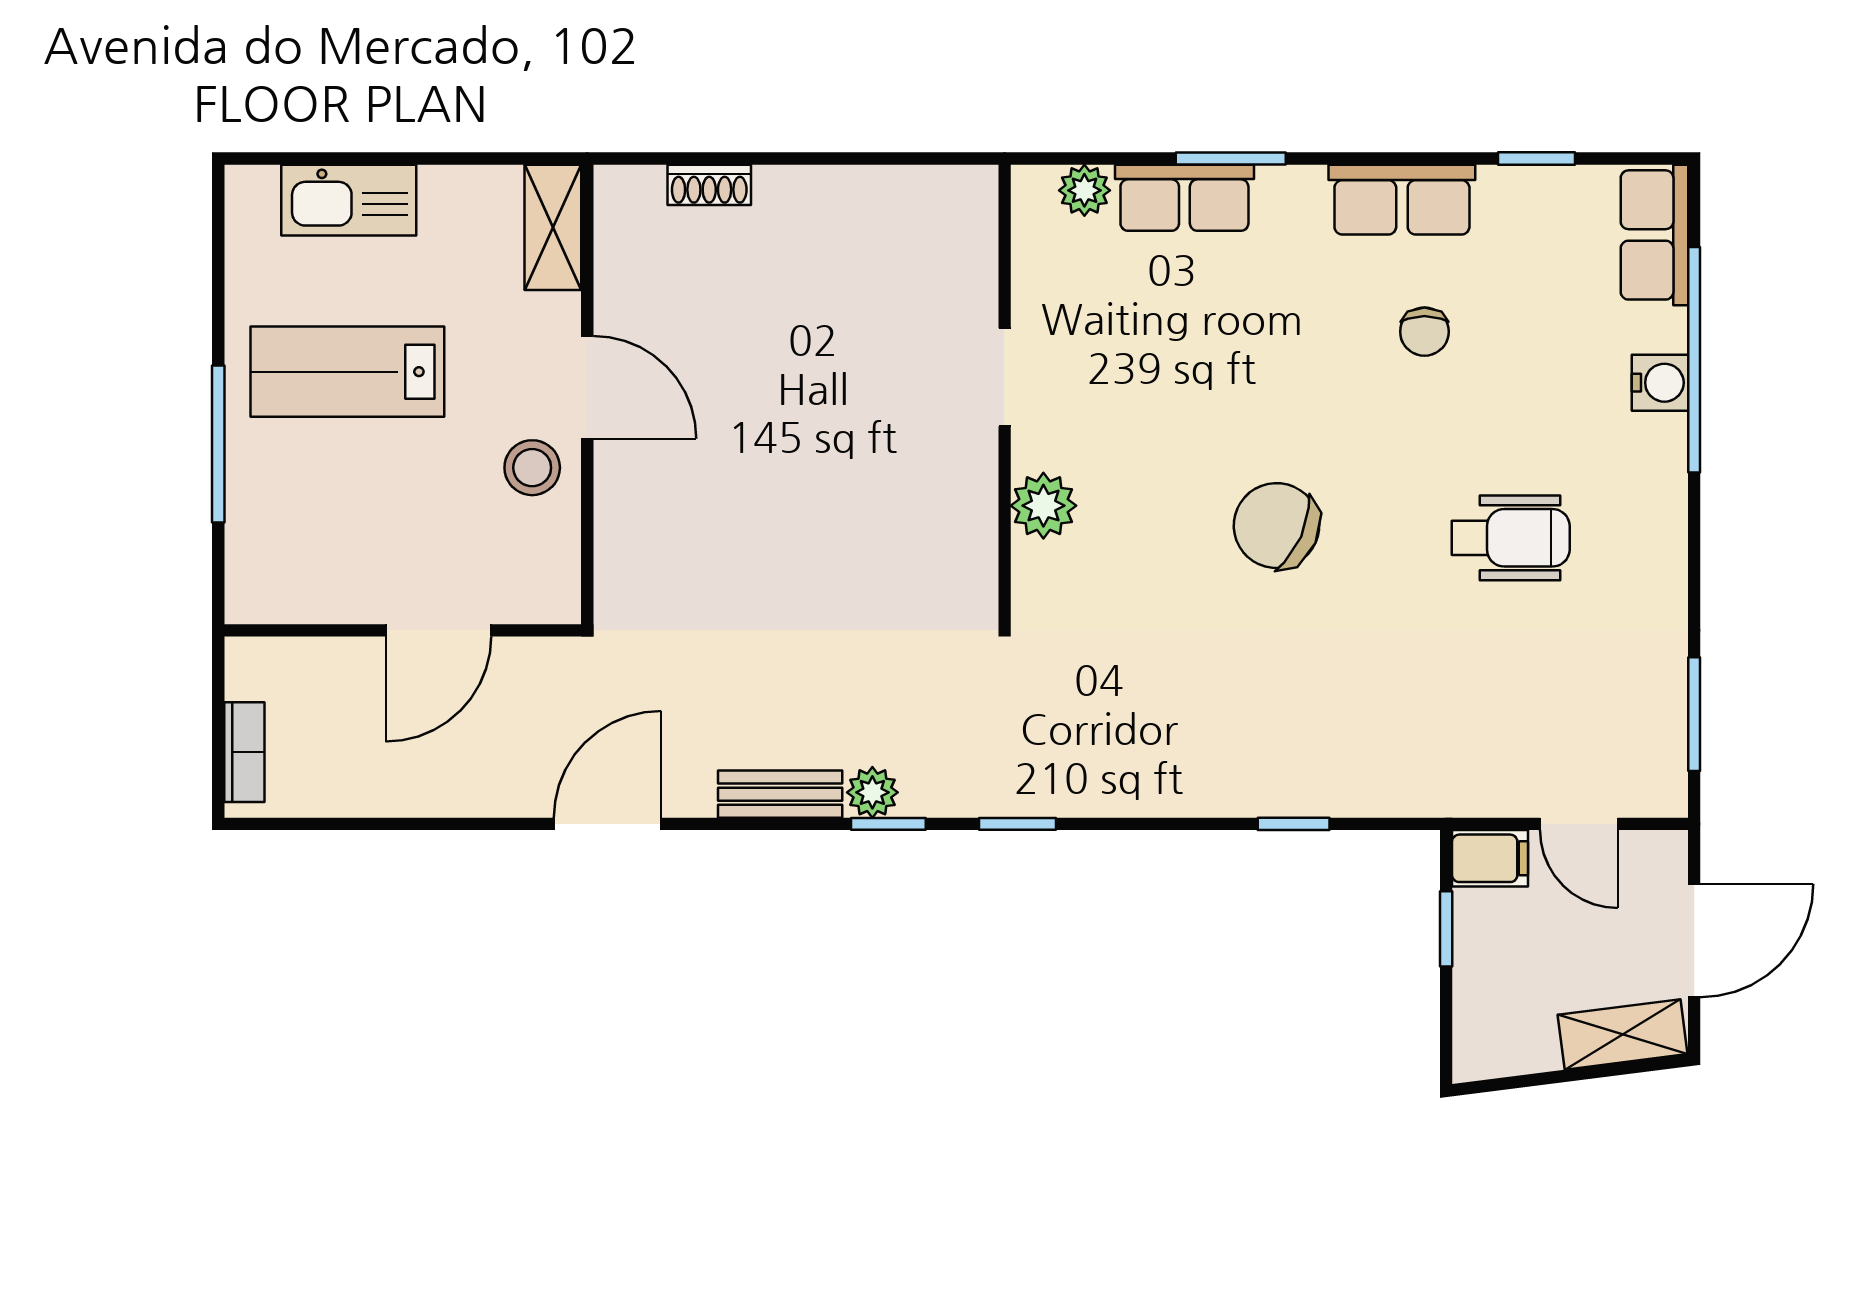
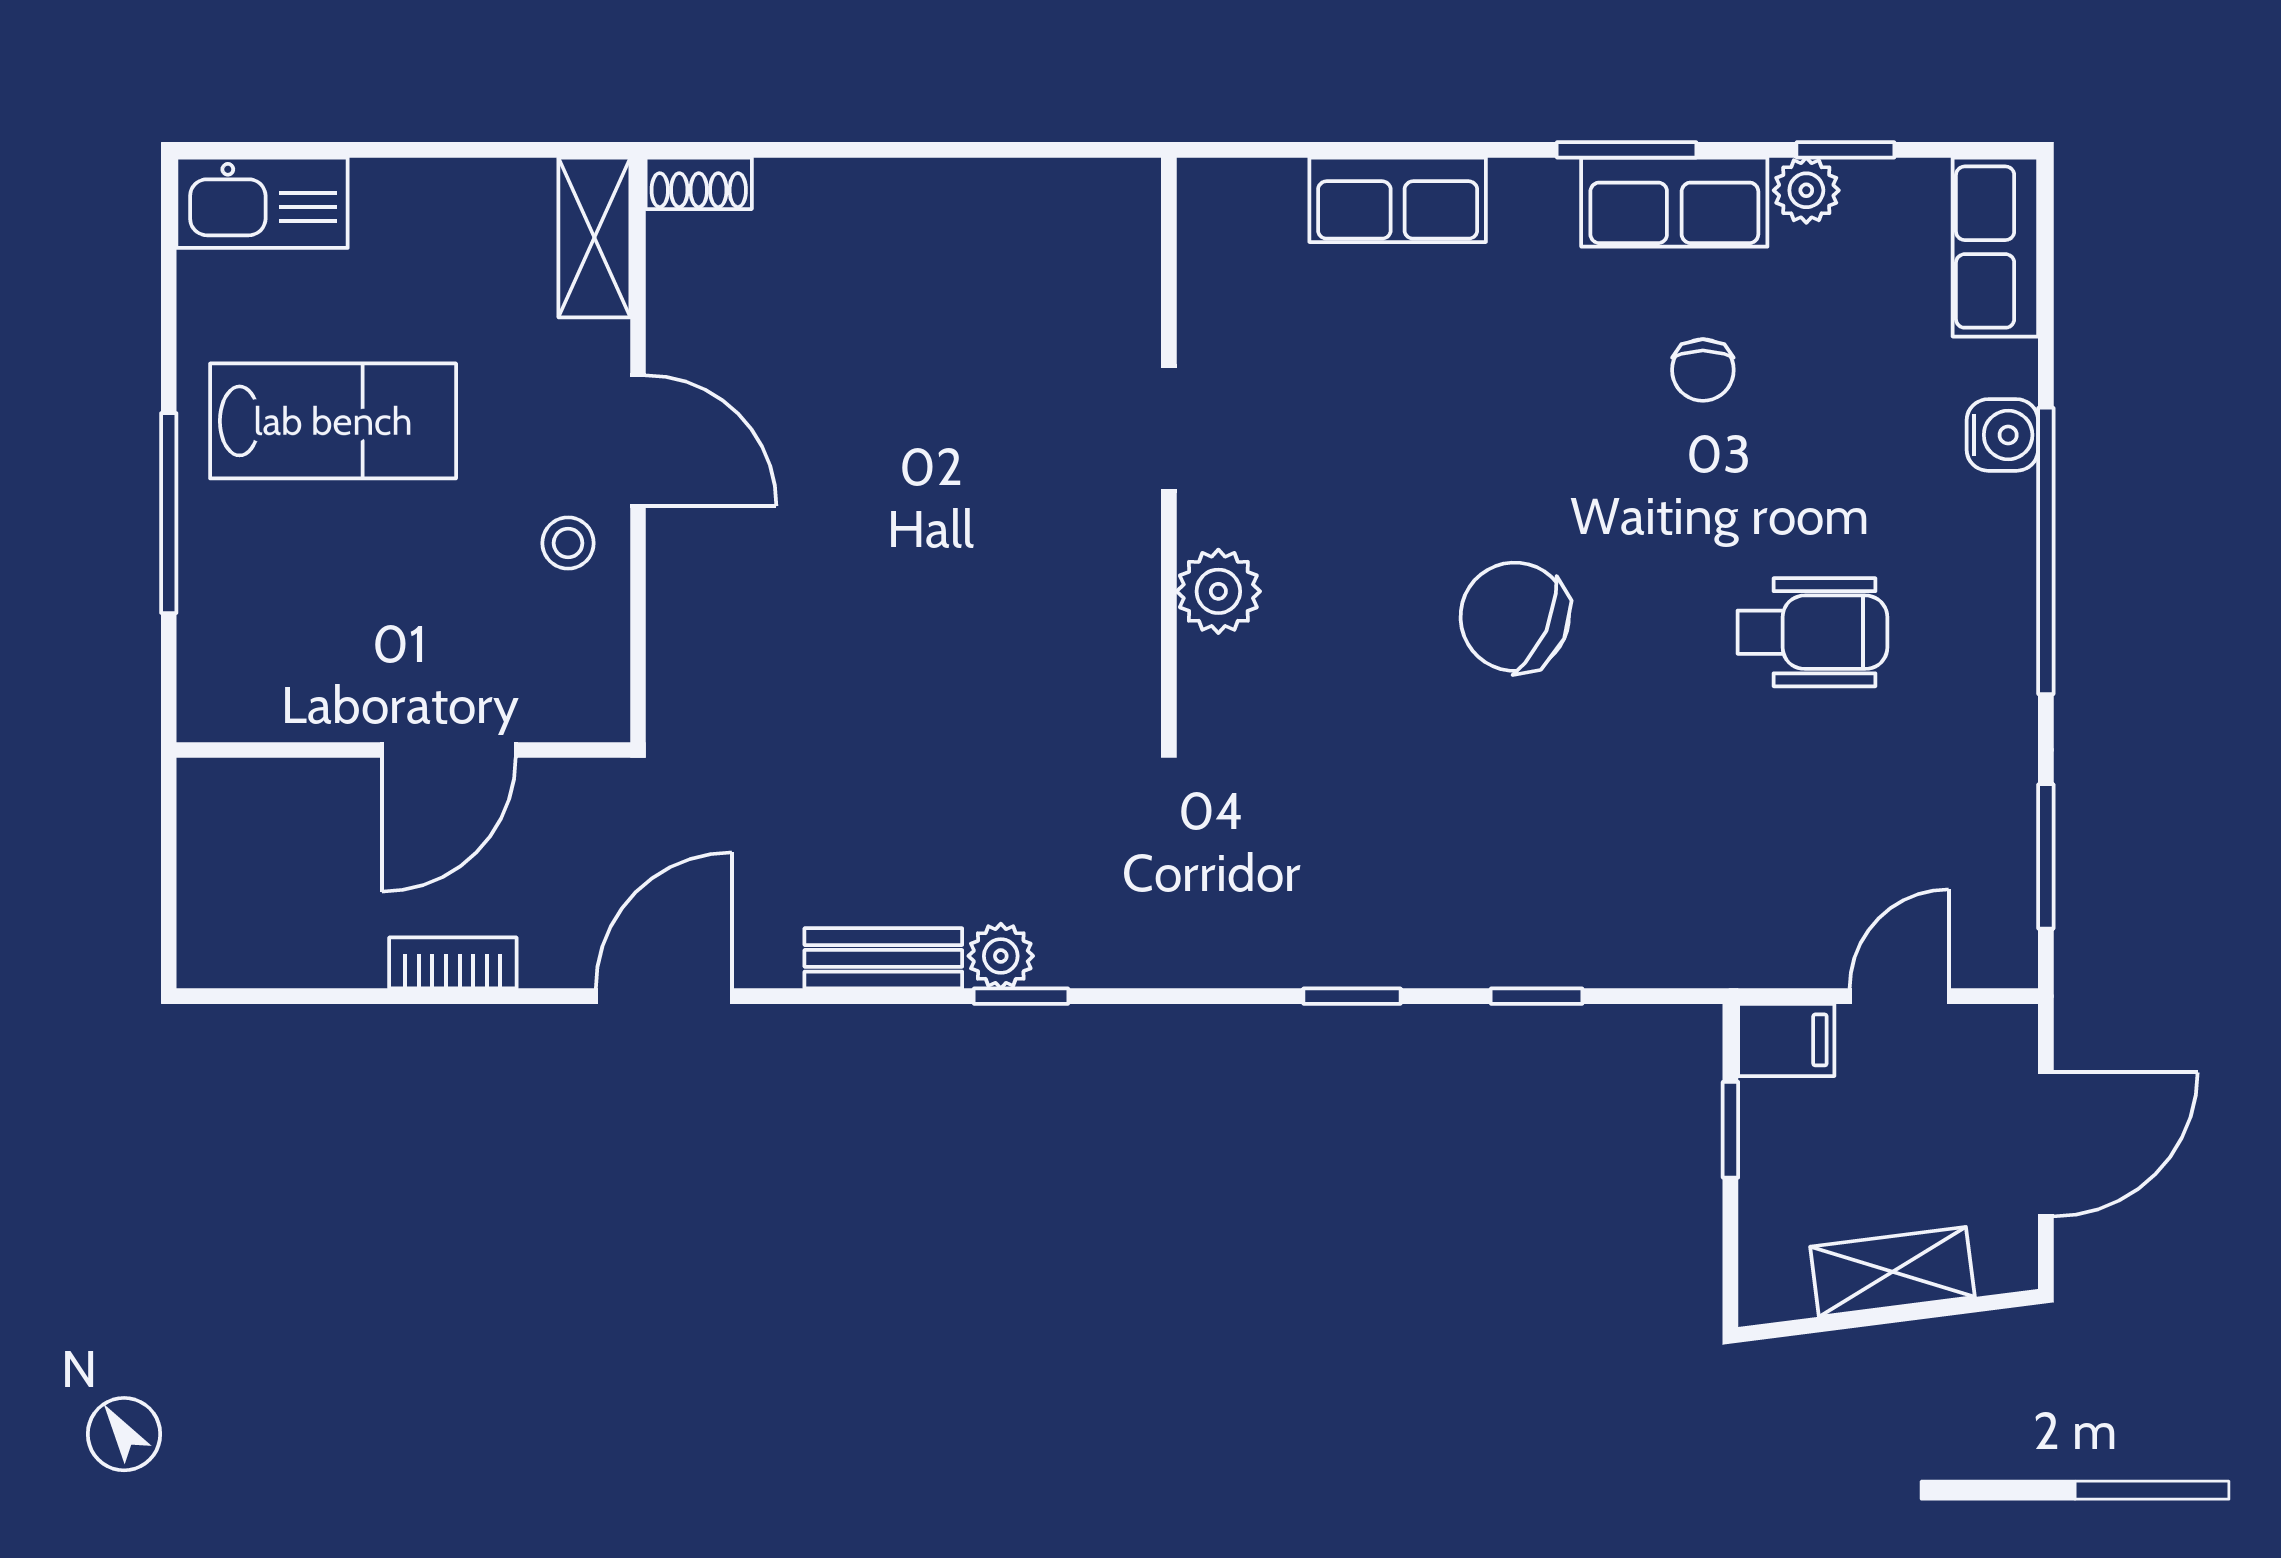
window: (1231, 159) -> (1627, 150), moved
shoe rack: (709, 185) -> (699, 183), moved
plant: (1084, 190) -> (1806, 190), moved
kitchen sink: (349, 200) -> (262, 203), moved
window: (1694, 360) -> (2046, 551), moved
lab bench: (347, 372) -> (333, 421), turned 180
stool: (532, 468) -> (568, 543), width x0.73, depth x0.73
bookcase: (244, 752) -> (453, 963), moved, turned -90
window: (1018, 824) -> (1352, 996), moved
door: (1579, 824) -> (1899, 996), swing flipped
shelving: (1623, 1034) -> (1892, 1272), moved

